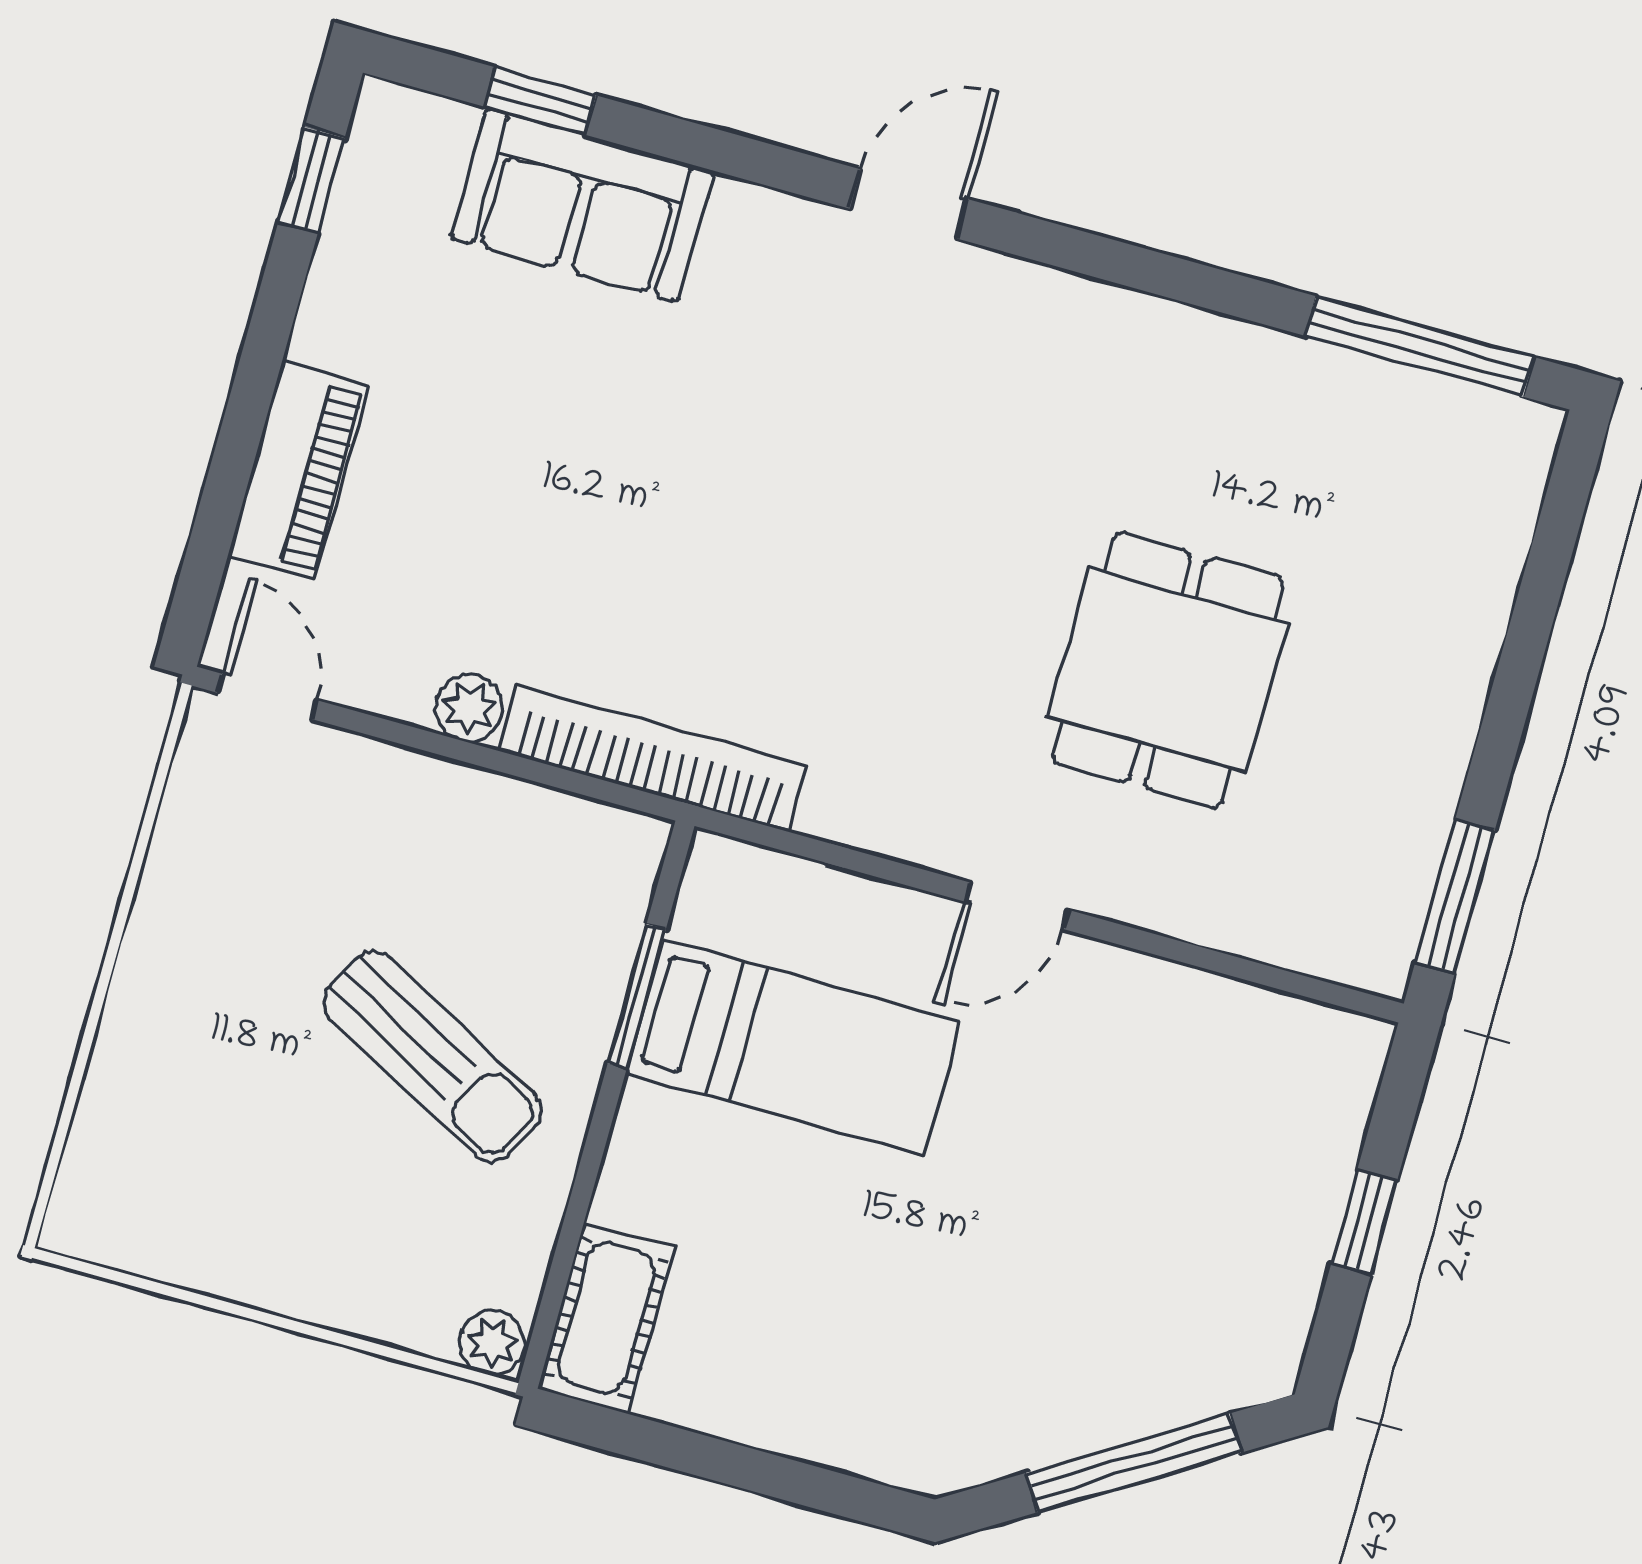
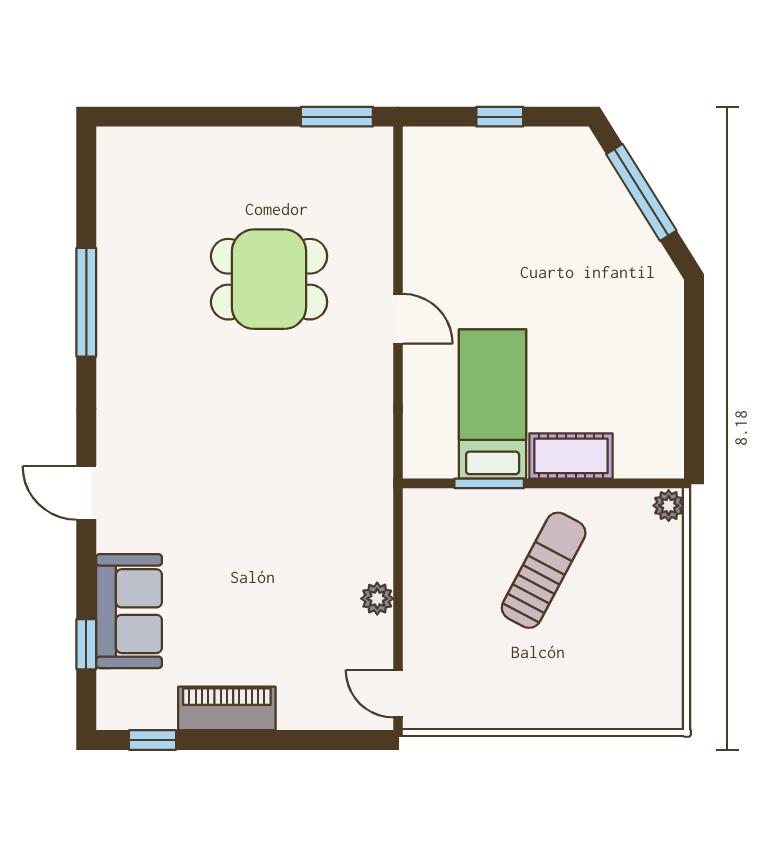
door: (909, 204) -> (86, 493), moved
window: (1420, 346) -> (86, 302), moved
piano: (298, 471) -> (227, 708), moved
door: (267, 697) -> (398, 694), hinge flipped
bookcase: (653, 758) -> (377, 507), removed
cot: (606, 1318) -> (571, 456), moved

